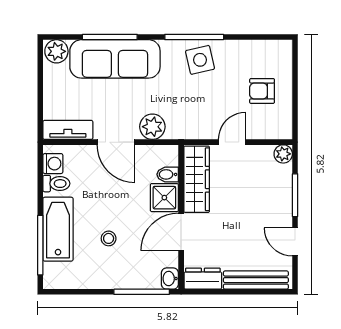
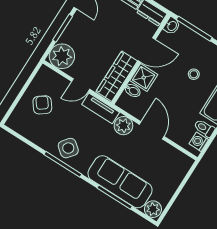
side table: (200, 60) -> (68, 148), turned -38
armchair: (262, 91) -> (42, 105), turned -127
tv unit: (68, 130) -> (101, 108), moved
plant: (283, 154) -> (62, 56), width x1.87, depth x1.87

